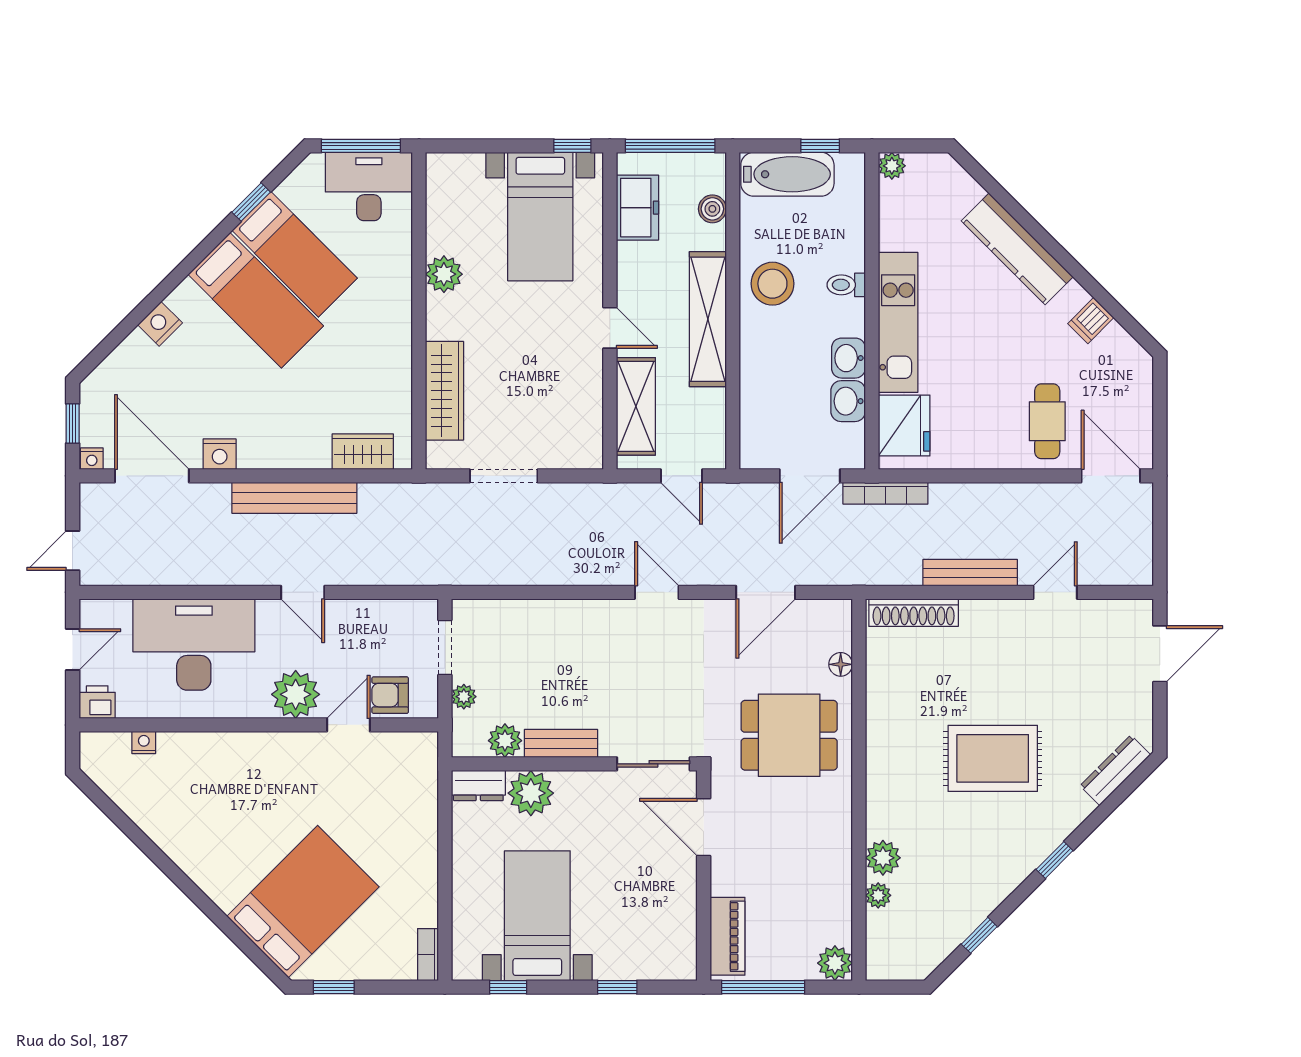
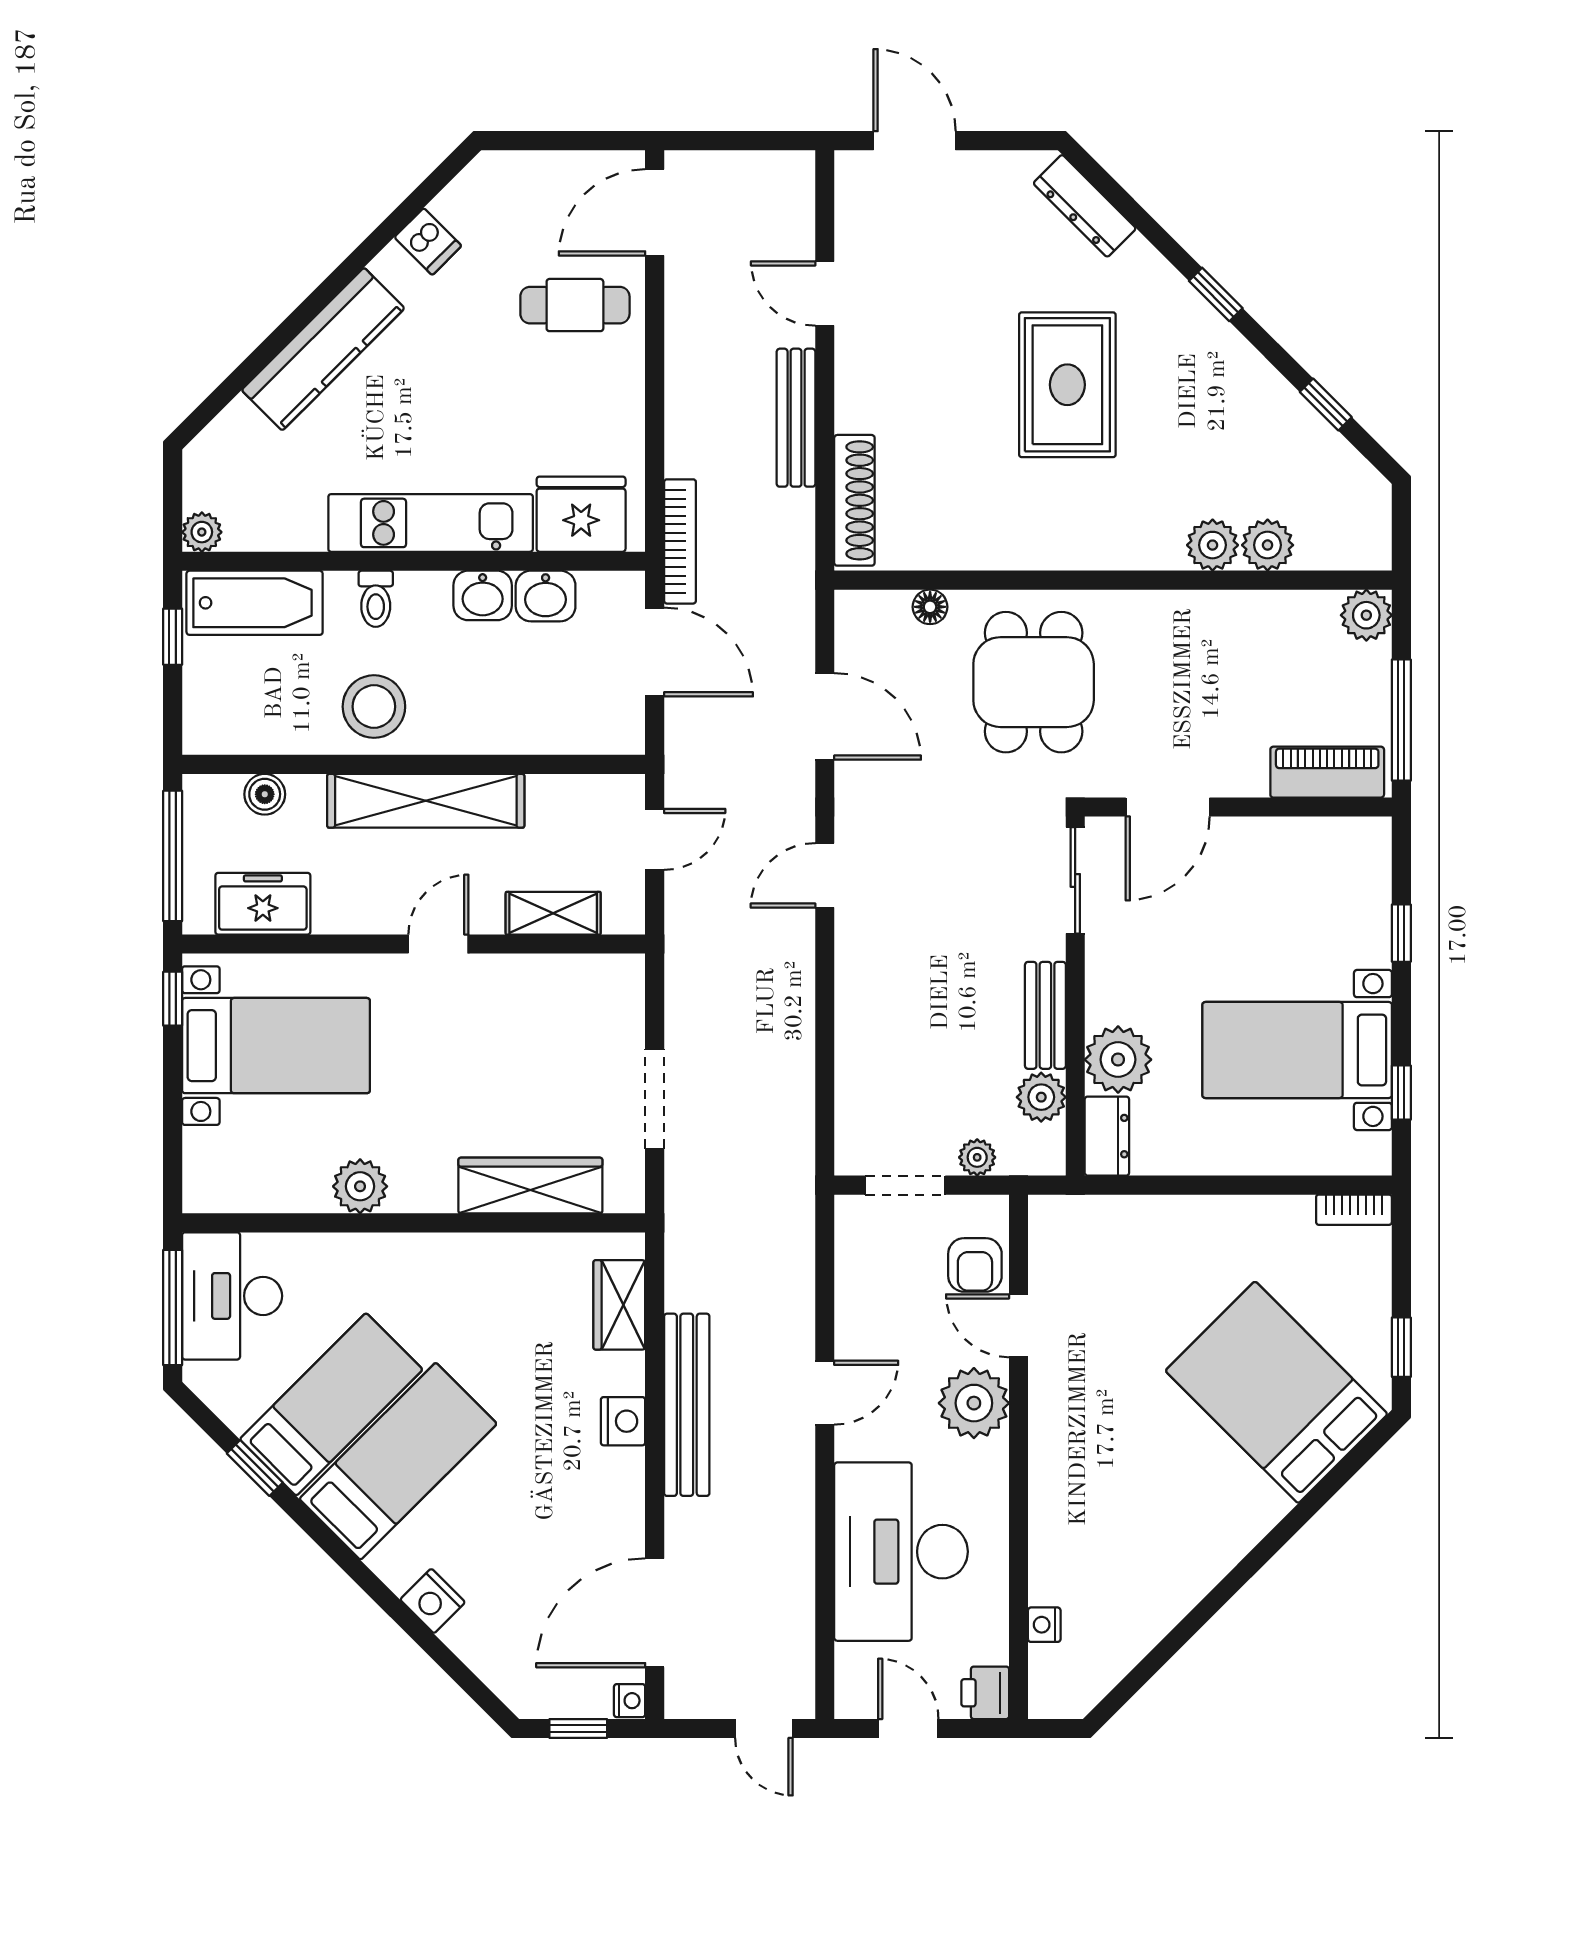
bathtub: (787, 174) -> (255, 603), moved, turned 90
shelving: (636, 406) -> (553, 913), width x0.67, depth x0.75
nightstand: (220, 454) -> (623, 1421), moved
plant: (878, 895) -> (1268, 545), width x1.38, depth x1.38

